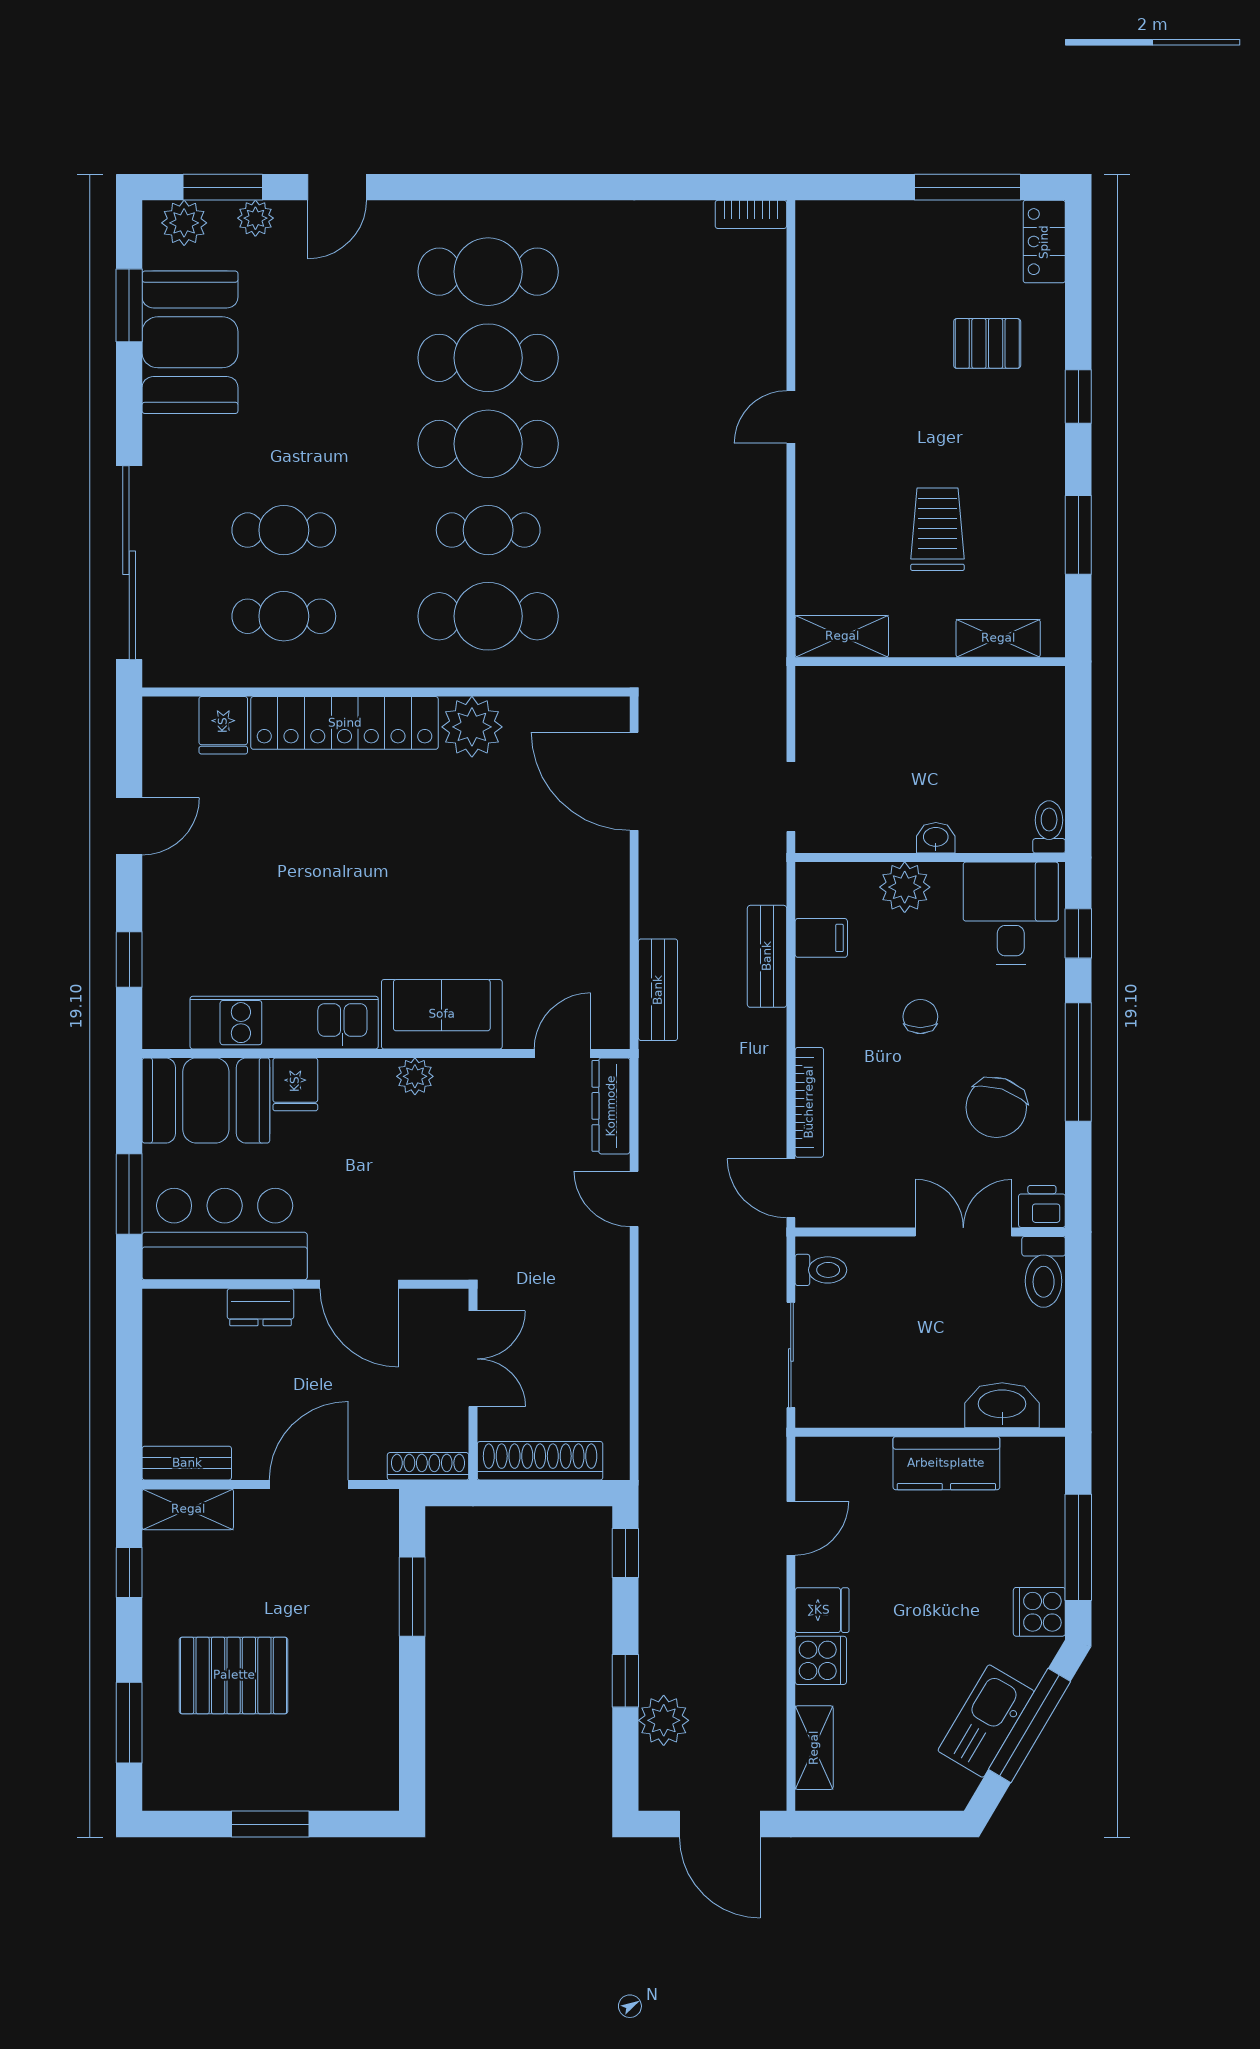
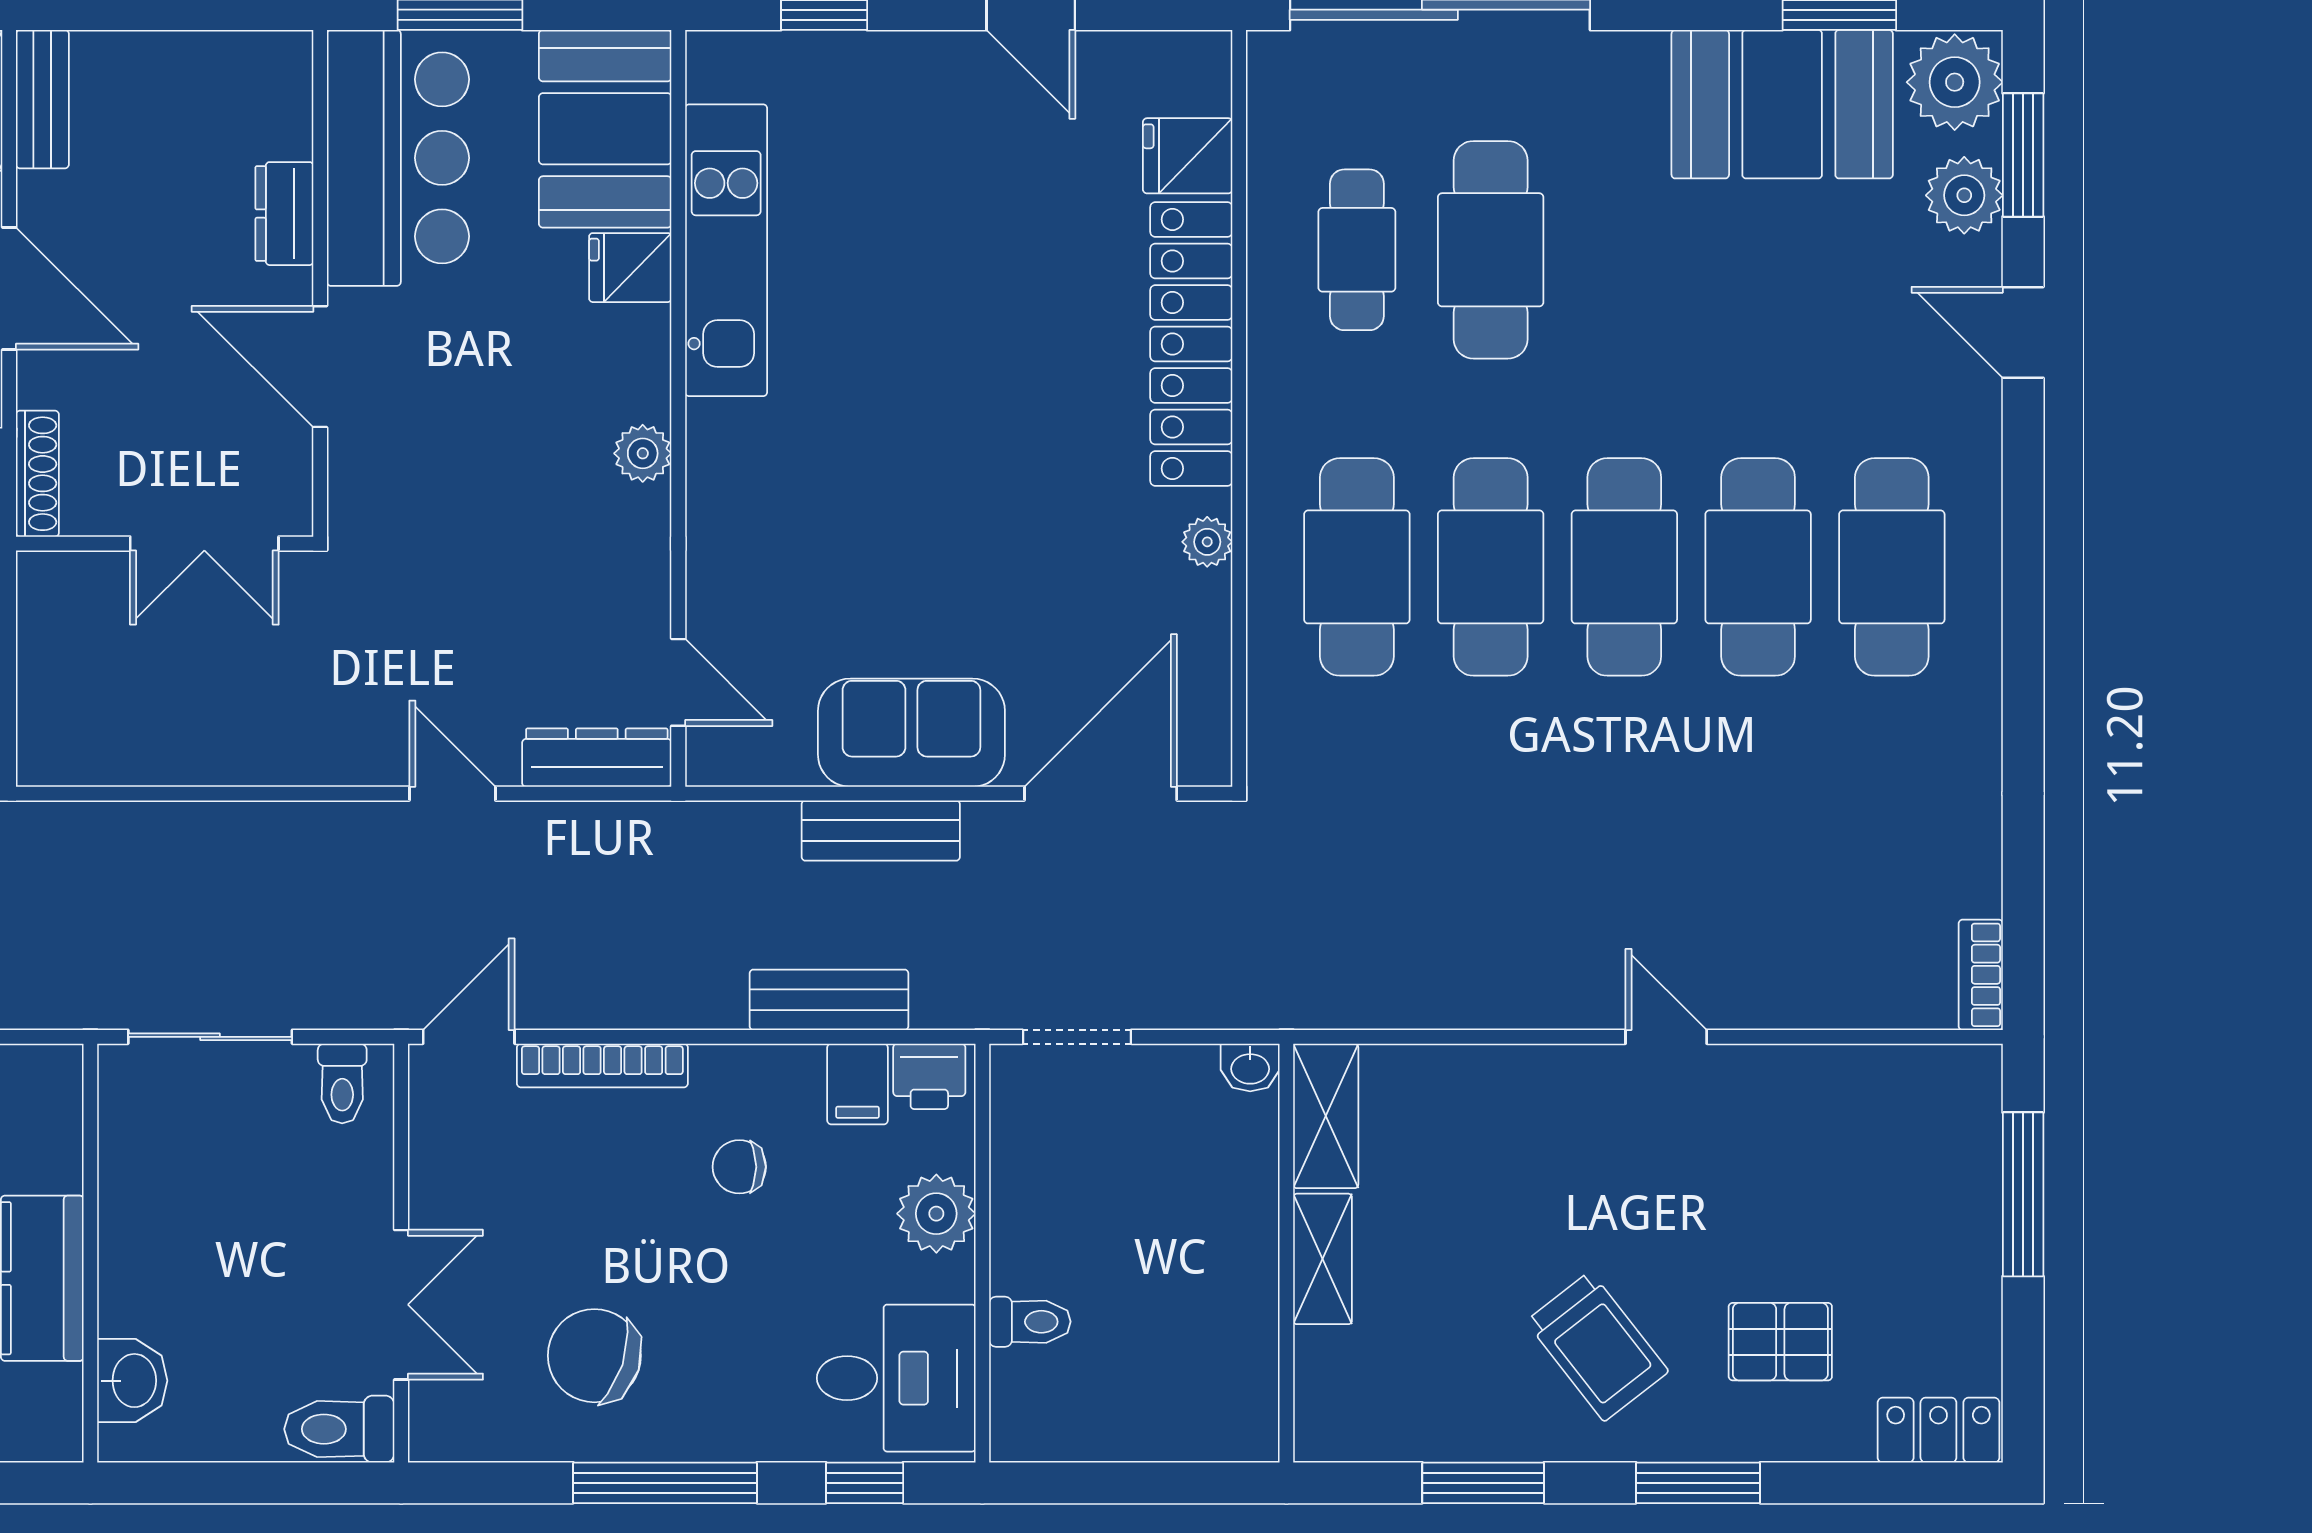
window: (968, 187) -> (2023, 1194), moved
plant: (255, 218) -> (1964, 195), width x1.38, depth x1.38
plant: (184, 223) -> (1955, 82), width x1.36, depth x1.36
pallet: (987, 343) -> (1780, 1342), turned 90
window: (1078, 396) -> (1698, 1483), width x1.50
trolley: (937, 529) -> (1597, 1346), moved, turned 52
cafe table: (284, 530) -> (1491, 250), width x1.37, depth x1.35
cafe table: (488, 530) -> (1491, 567), width x1.37, depth x1.35
shelving: (998, 638) -> (1323, 1259), moved
plant: (472, 727) -> (1207, 542), width x0.53, depth x0.53
toilet: (1049, 827) -> (1030, 1322), moved
washbasin: (936, 838) -> (1250, 1067), moved, turned 90
bench: (658, 990) -> (881, 831), moved
sofa: (442, 1014) -> (911, 733), moved, turned -90
chair: (920, 1017) -> (739, 1167), moved, turned 180
door: (634, 1199) -> (452, 794), hinge flipped
printer: (1042, 1206) -> (929, 1076), moved, turned 90
door: (359, 1284) -> (320, 367), hinge flipped
washbasin: (1002, 1405) -> (132, 1381), width x0.72
shoe rack: (540, 1461) -> (46, 648), removed

